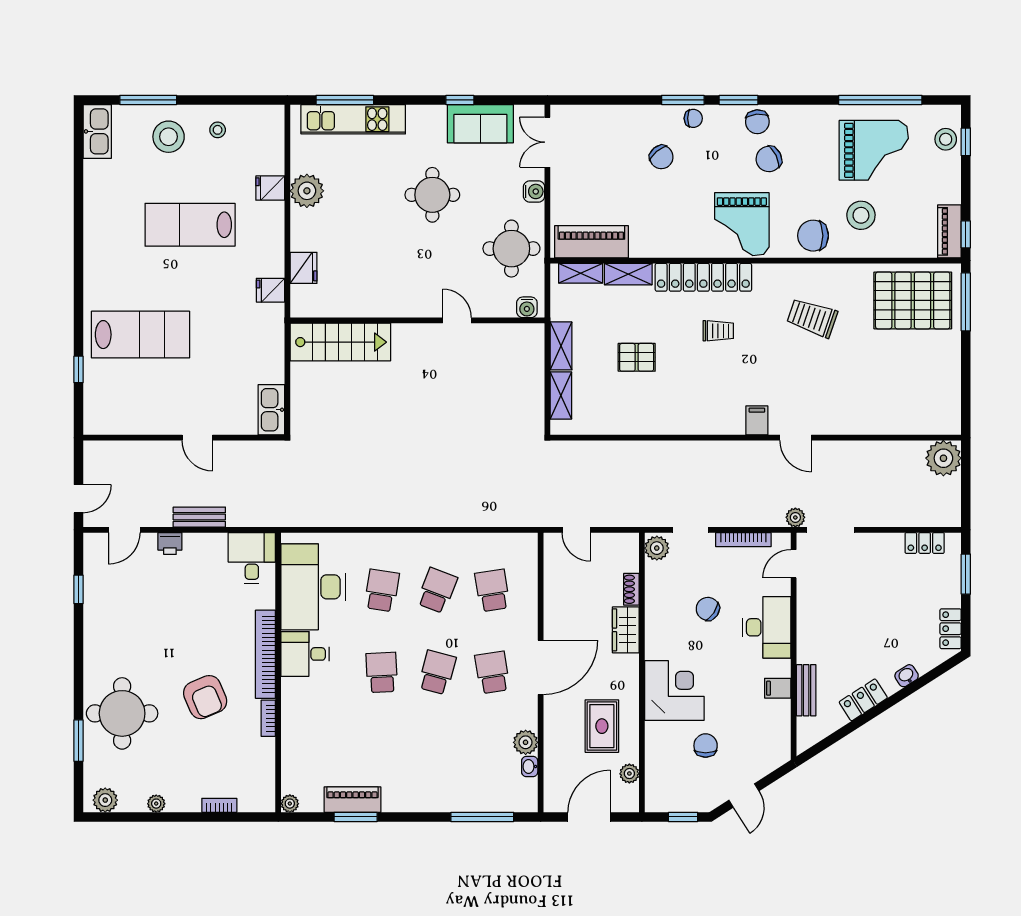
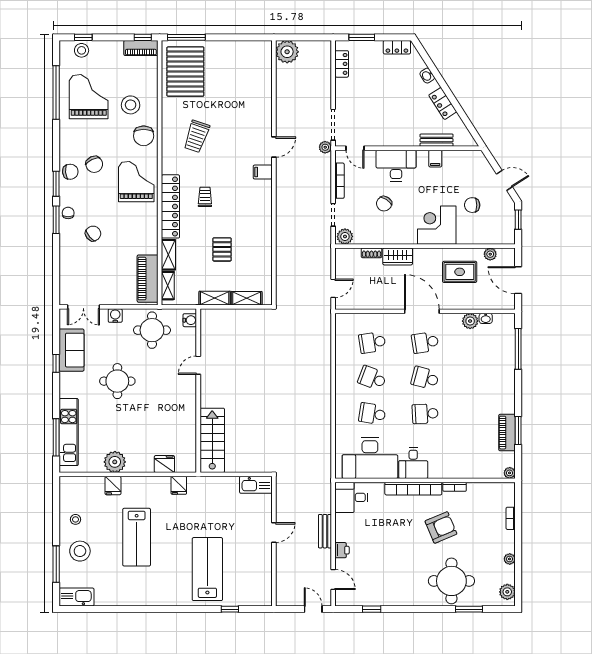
grand piano: (742, 224) -> (136, 182), turned -90

